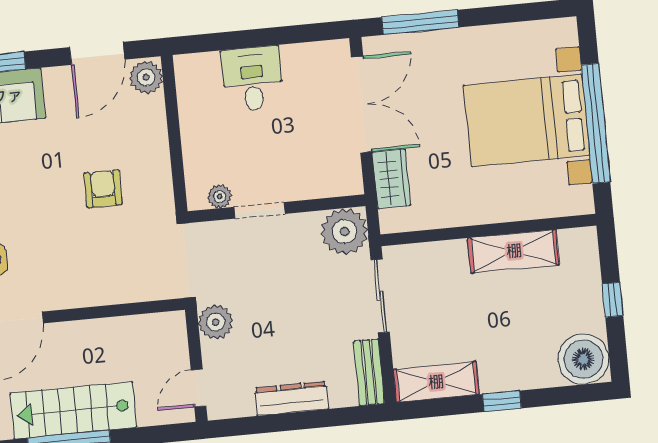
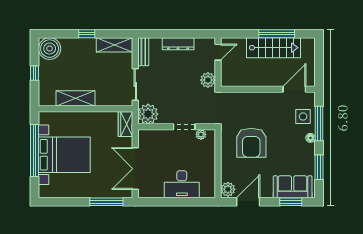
desk: (252, 79) -> (182, 184), width x1.37
wardrobe: (391, 179) -> (126, 124), moved
armchair: (103, 189) -> (251, 143), width x1.88, depth x1.88

